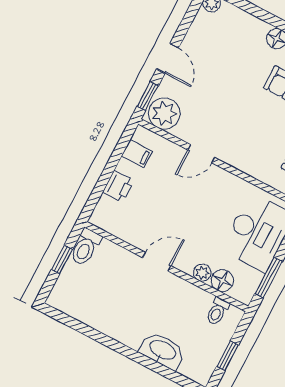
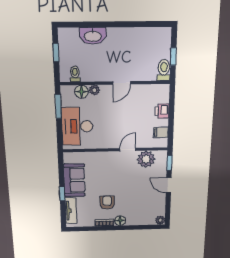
plant: (164, 114) -> (146, 159), moved

